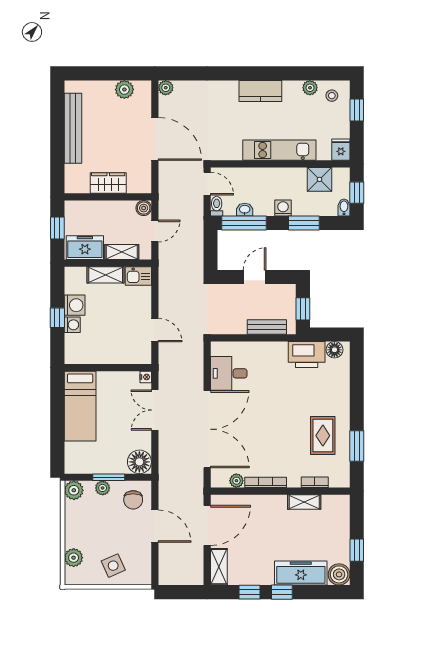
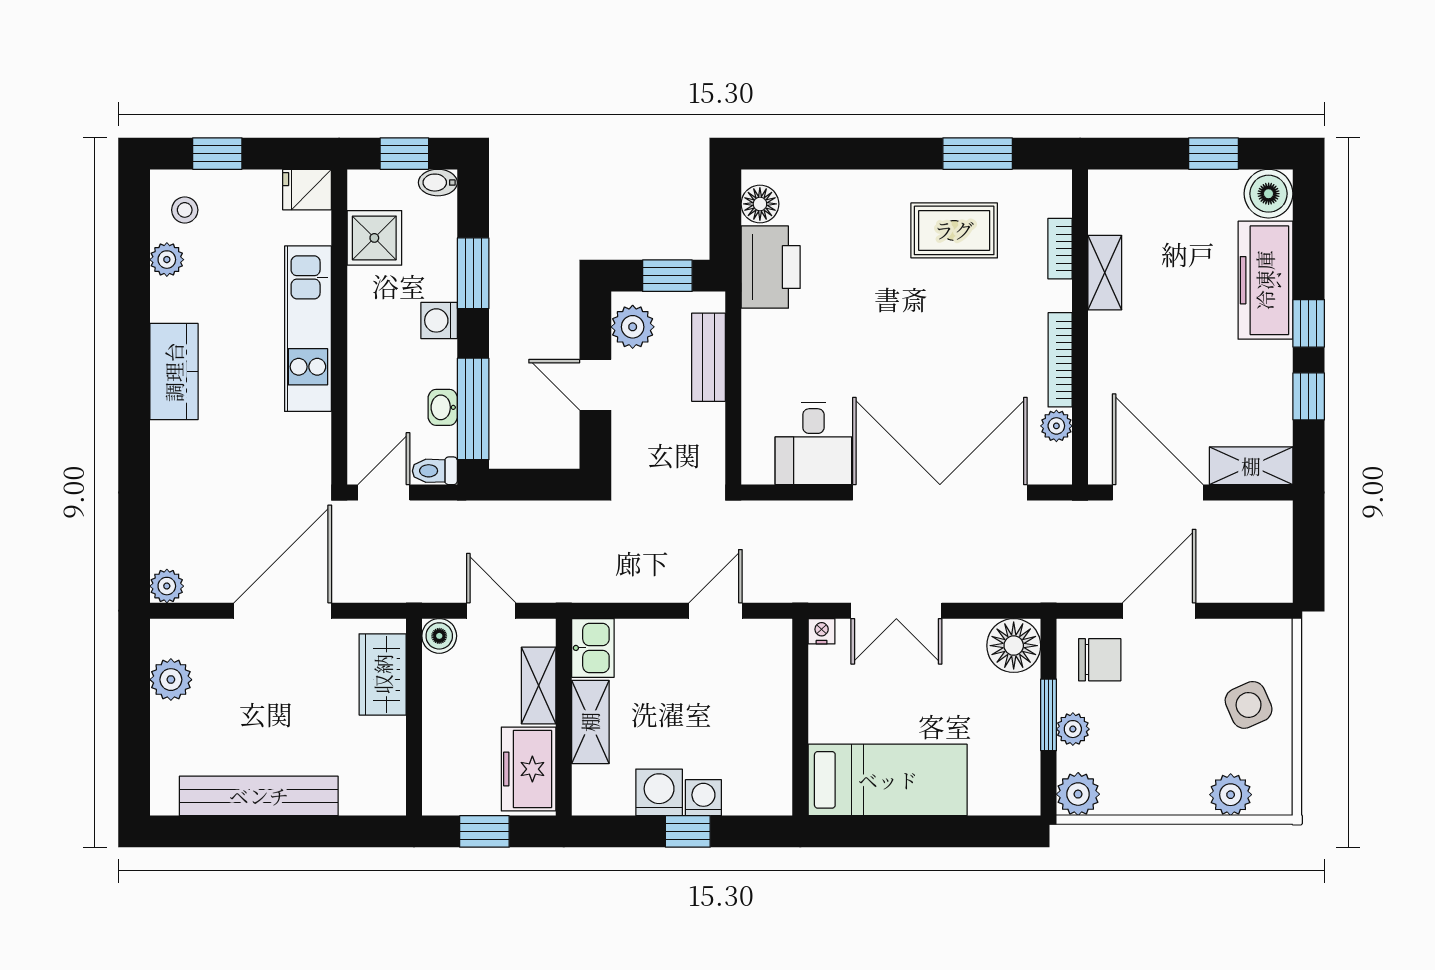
wardrobe: (108, 183) -> (383, 674), moved
plant: (280, 294) -> (633, 327), added

